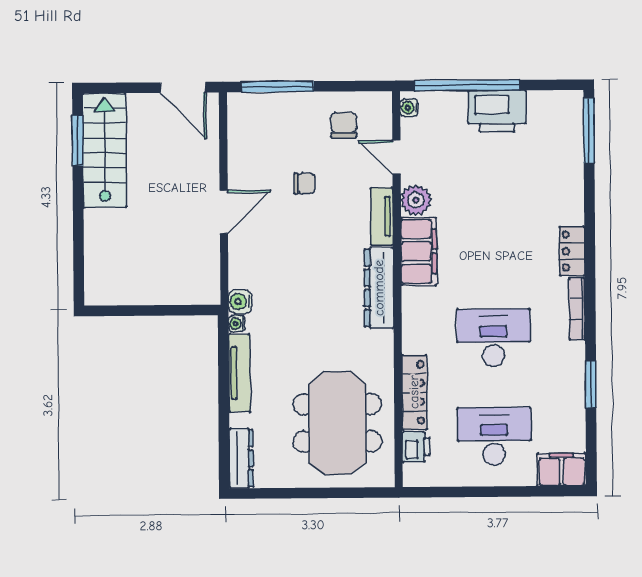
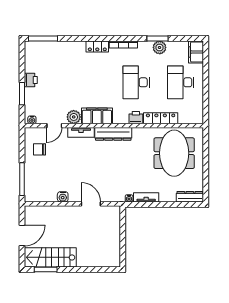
window: (467, 85) -> (22, 94), width x0.47
door: (183, 87) -> (22, 235), moved
printer: (497, 111) -> (31, 80), width x0.53, depth x0.68
chair: (304, 183) -> (66, 167), removed
door: (224, 212) -> (91, 204), moved
water cooler: (240, 302) -> (63, 197), moved
tv unit: (239, 373) -> (146, 197), width x0.71
plant: (571, 389) -> (160, 47), added
meeting table: (337, 423) -> (174, 153), turned 90
printer: (416, 447) -> (136, 118), moved

